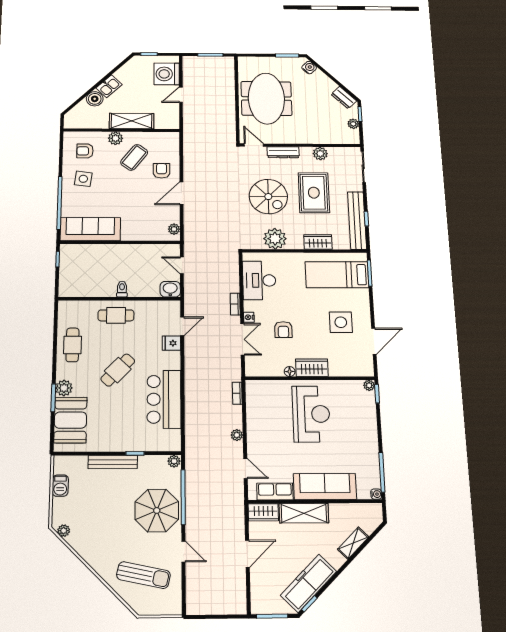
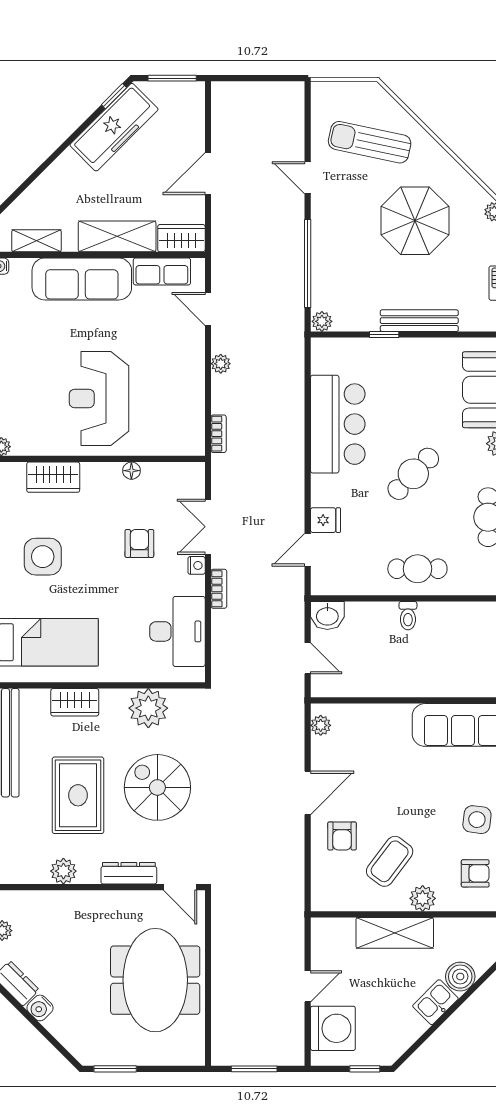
water cooler: (309, 68) -> (40, 1008), moved
wardrobe: (312, 368) -> (53, 477), moved
parasol: (157, 510) -> (415, 221), moved
shelving: (353, 543) -> (36, 241), moved, turned 45

